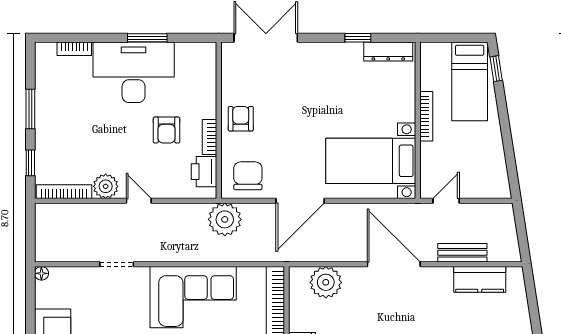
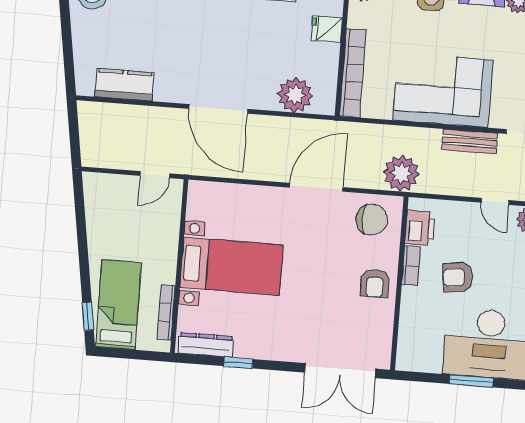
bookcase: (426, 116) -> (166, 312), moved
armchair: (167, 130) -> (458, 277), turned -97
bed with nightstands: (371, 161) -> (231, 266), moved
chair: (248, 176) -> (372, 220), turned -90
bench: (462, 253) -> (470, 141), moved

